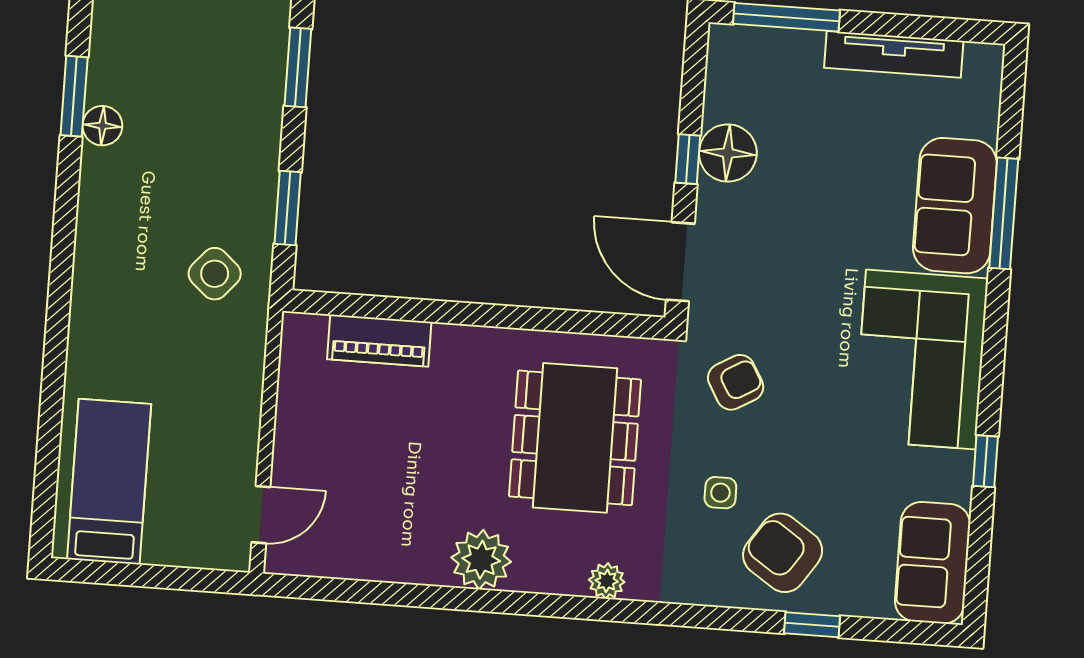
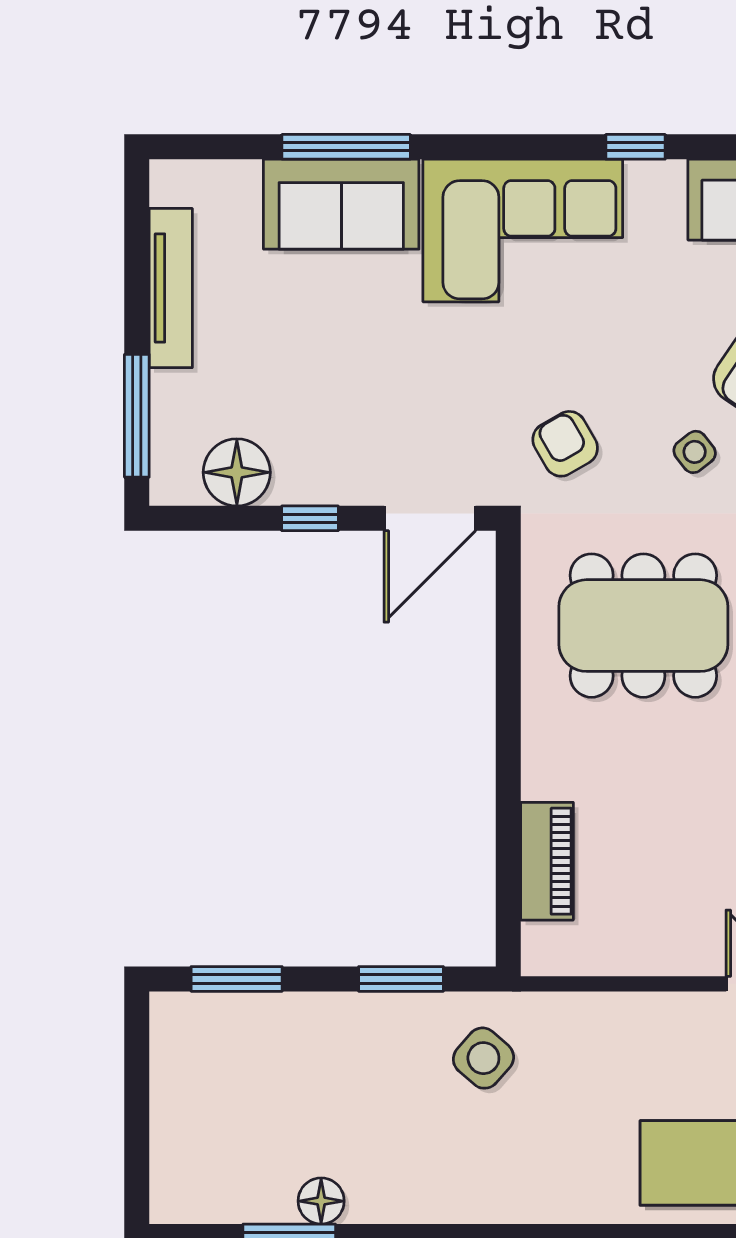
floor lamp: (728, 153) -> (237, 472), moved
side table: (720, 493) -> (695, 452), turned -38

